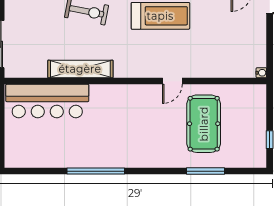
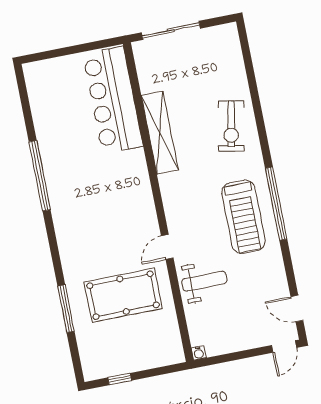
weight bench: (205, 57) -> (204, 281), added
door: (172, 81) -> (167, 247), hinge flipped

